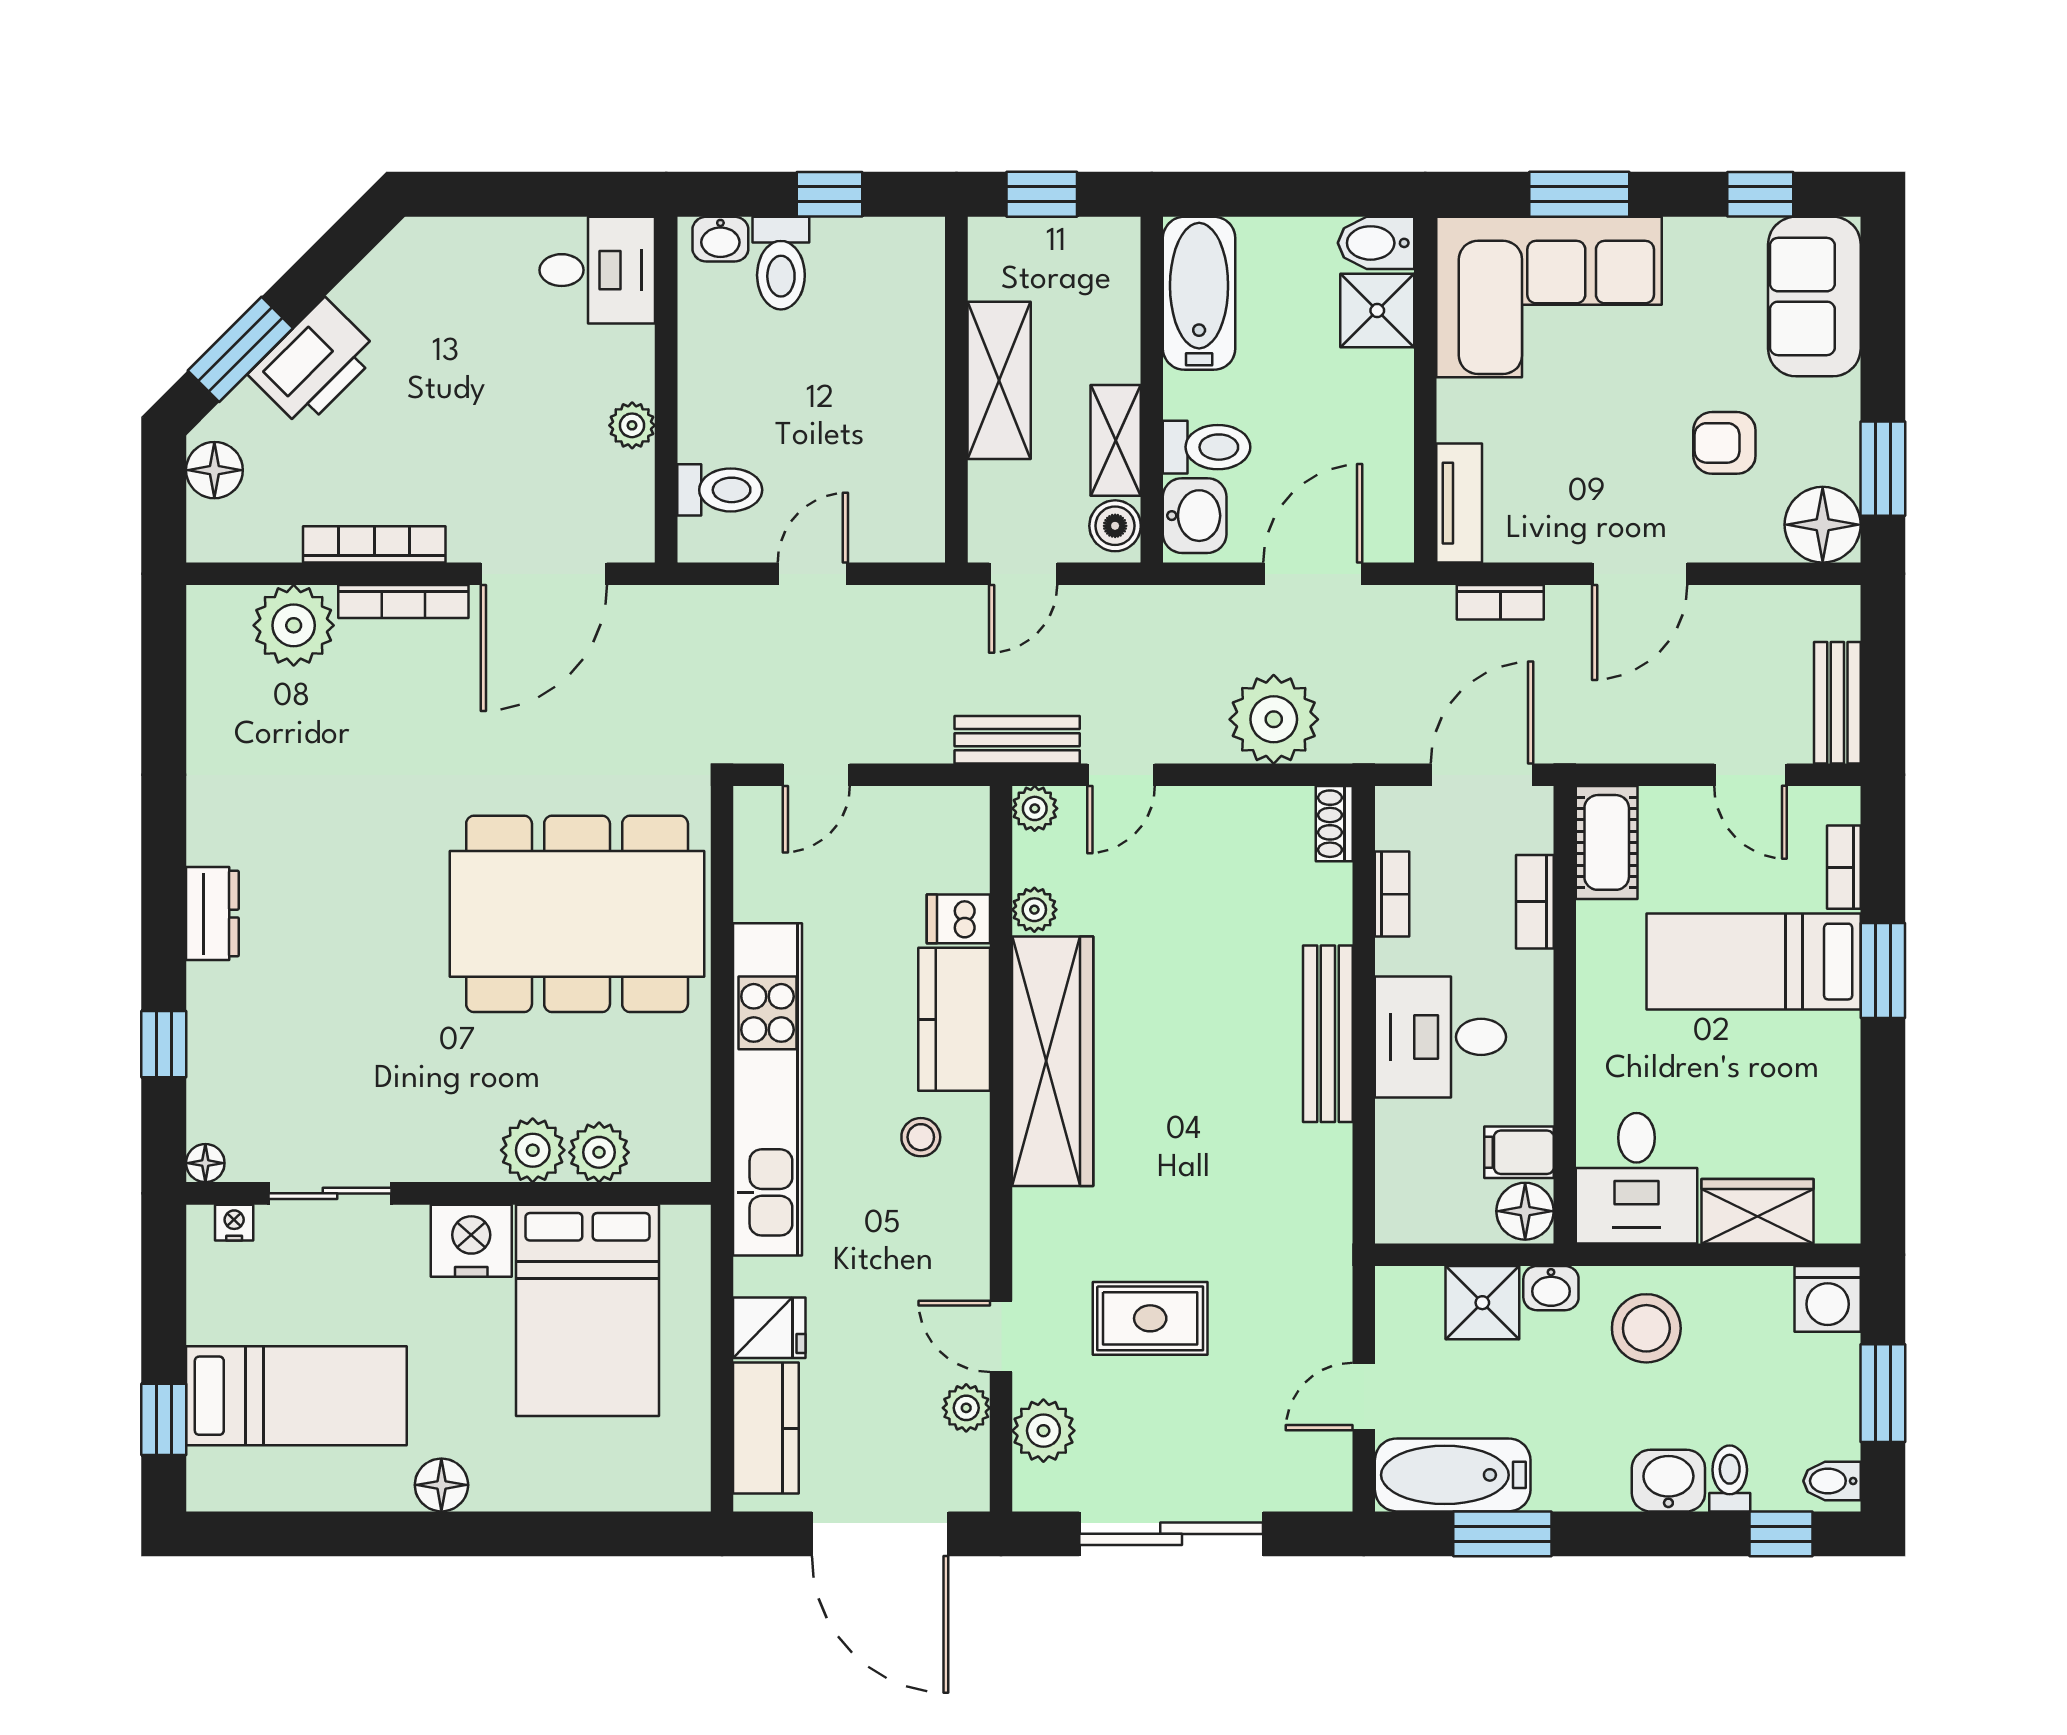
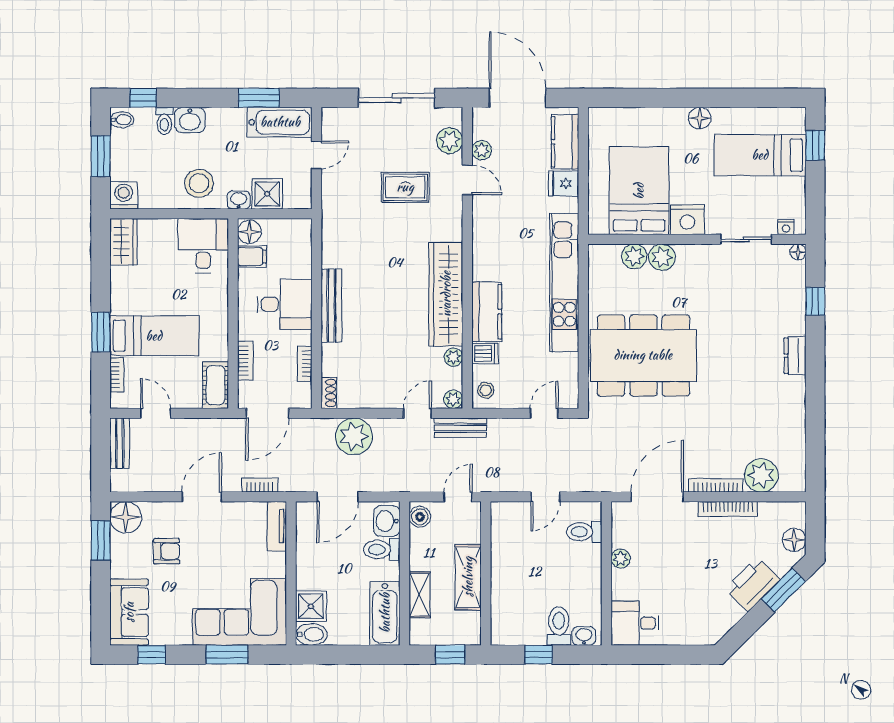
shelving: (1116, 440) -> (420, 595), moved
stool: (921, 1137) -> (486, 390), moved
wardrobe: (1757, 1211) -> (123, 242), moved, turned -90

